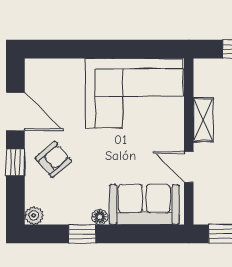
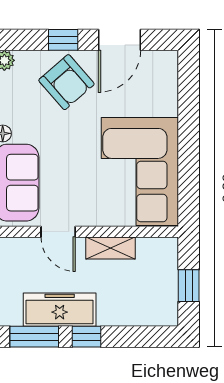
armchair: (54, 159) -> (66, 82), width x1.38, depth x1.38
door: (189, 167) -> (58, 232), swing flipped

